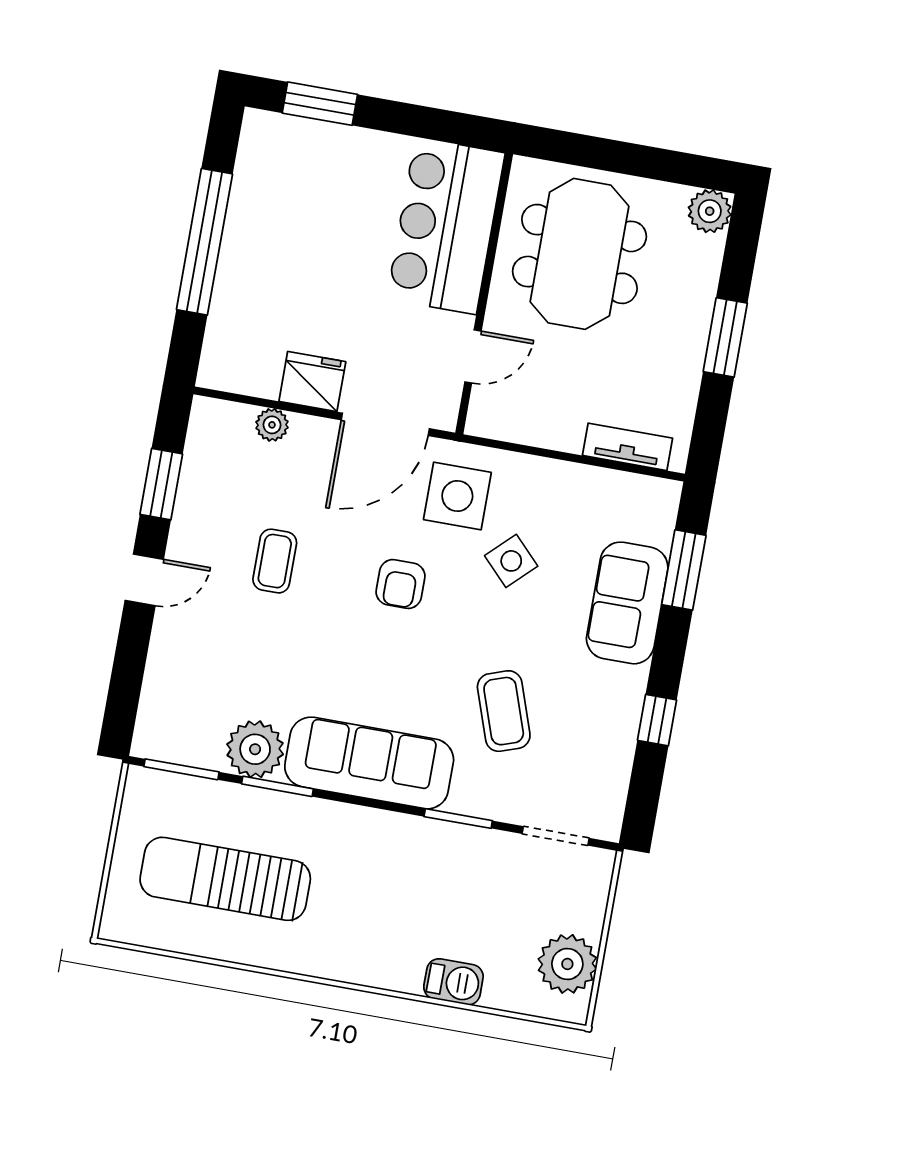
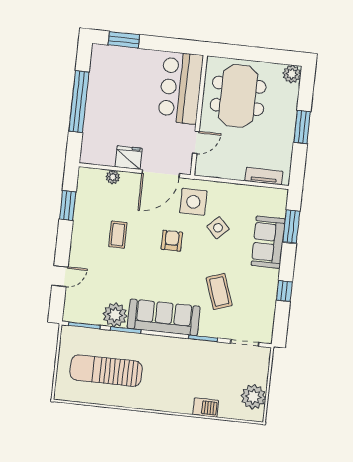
door: (144, 580) -> (60, 276), moved
armchair: (400, 584) -> (172, 241), turned 180

